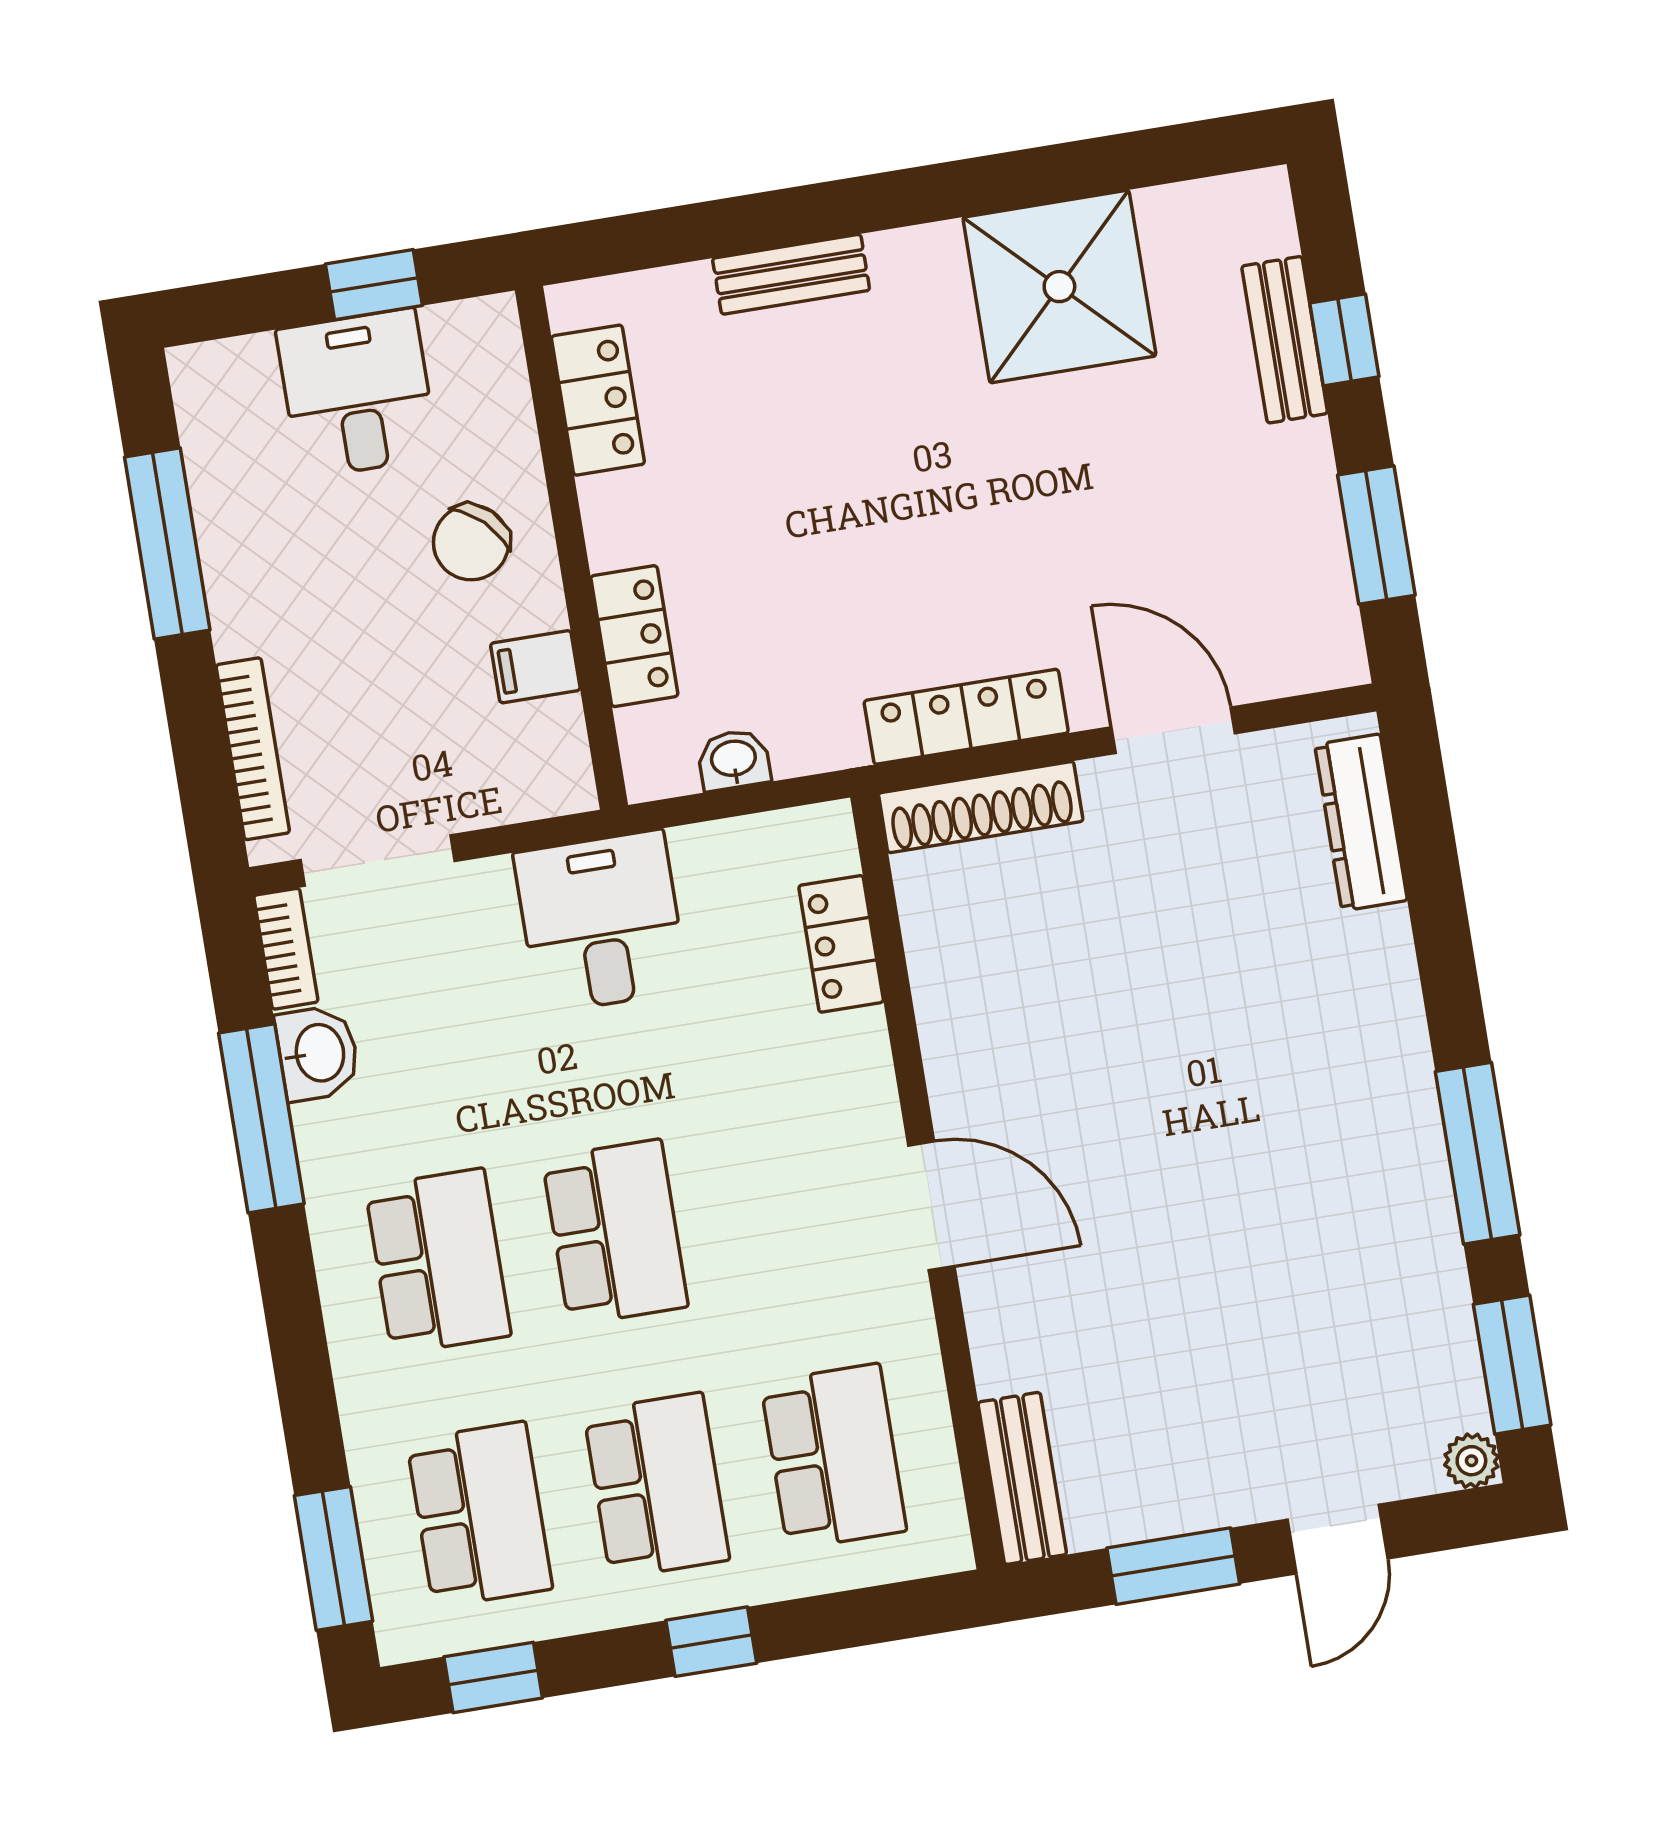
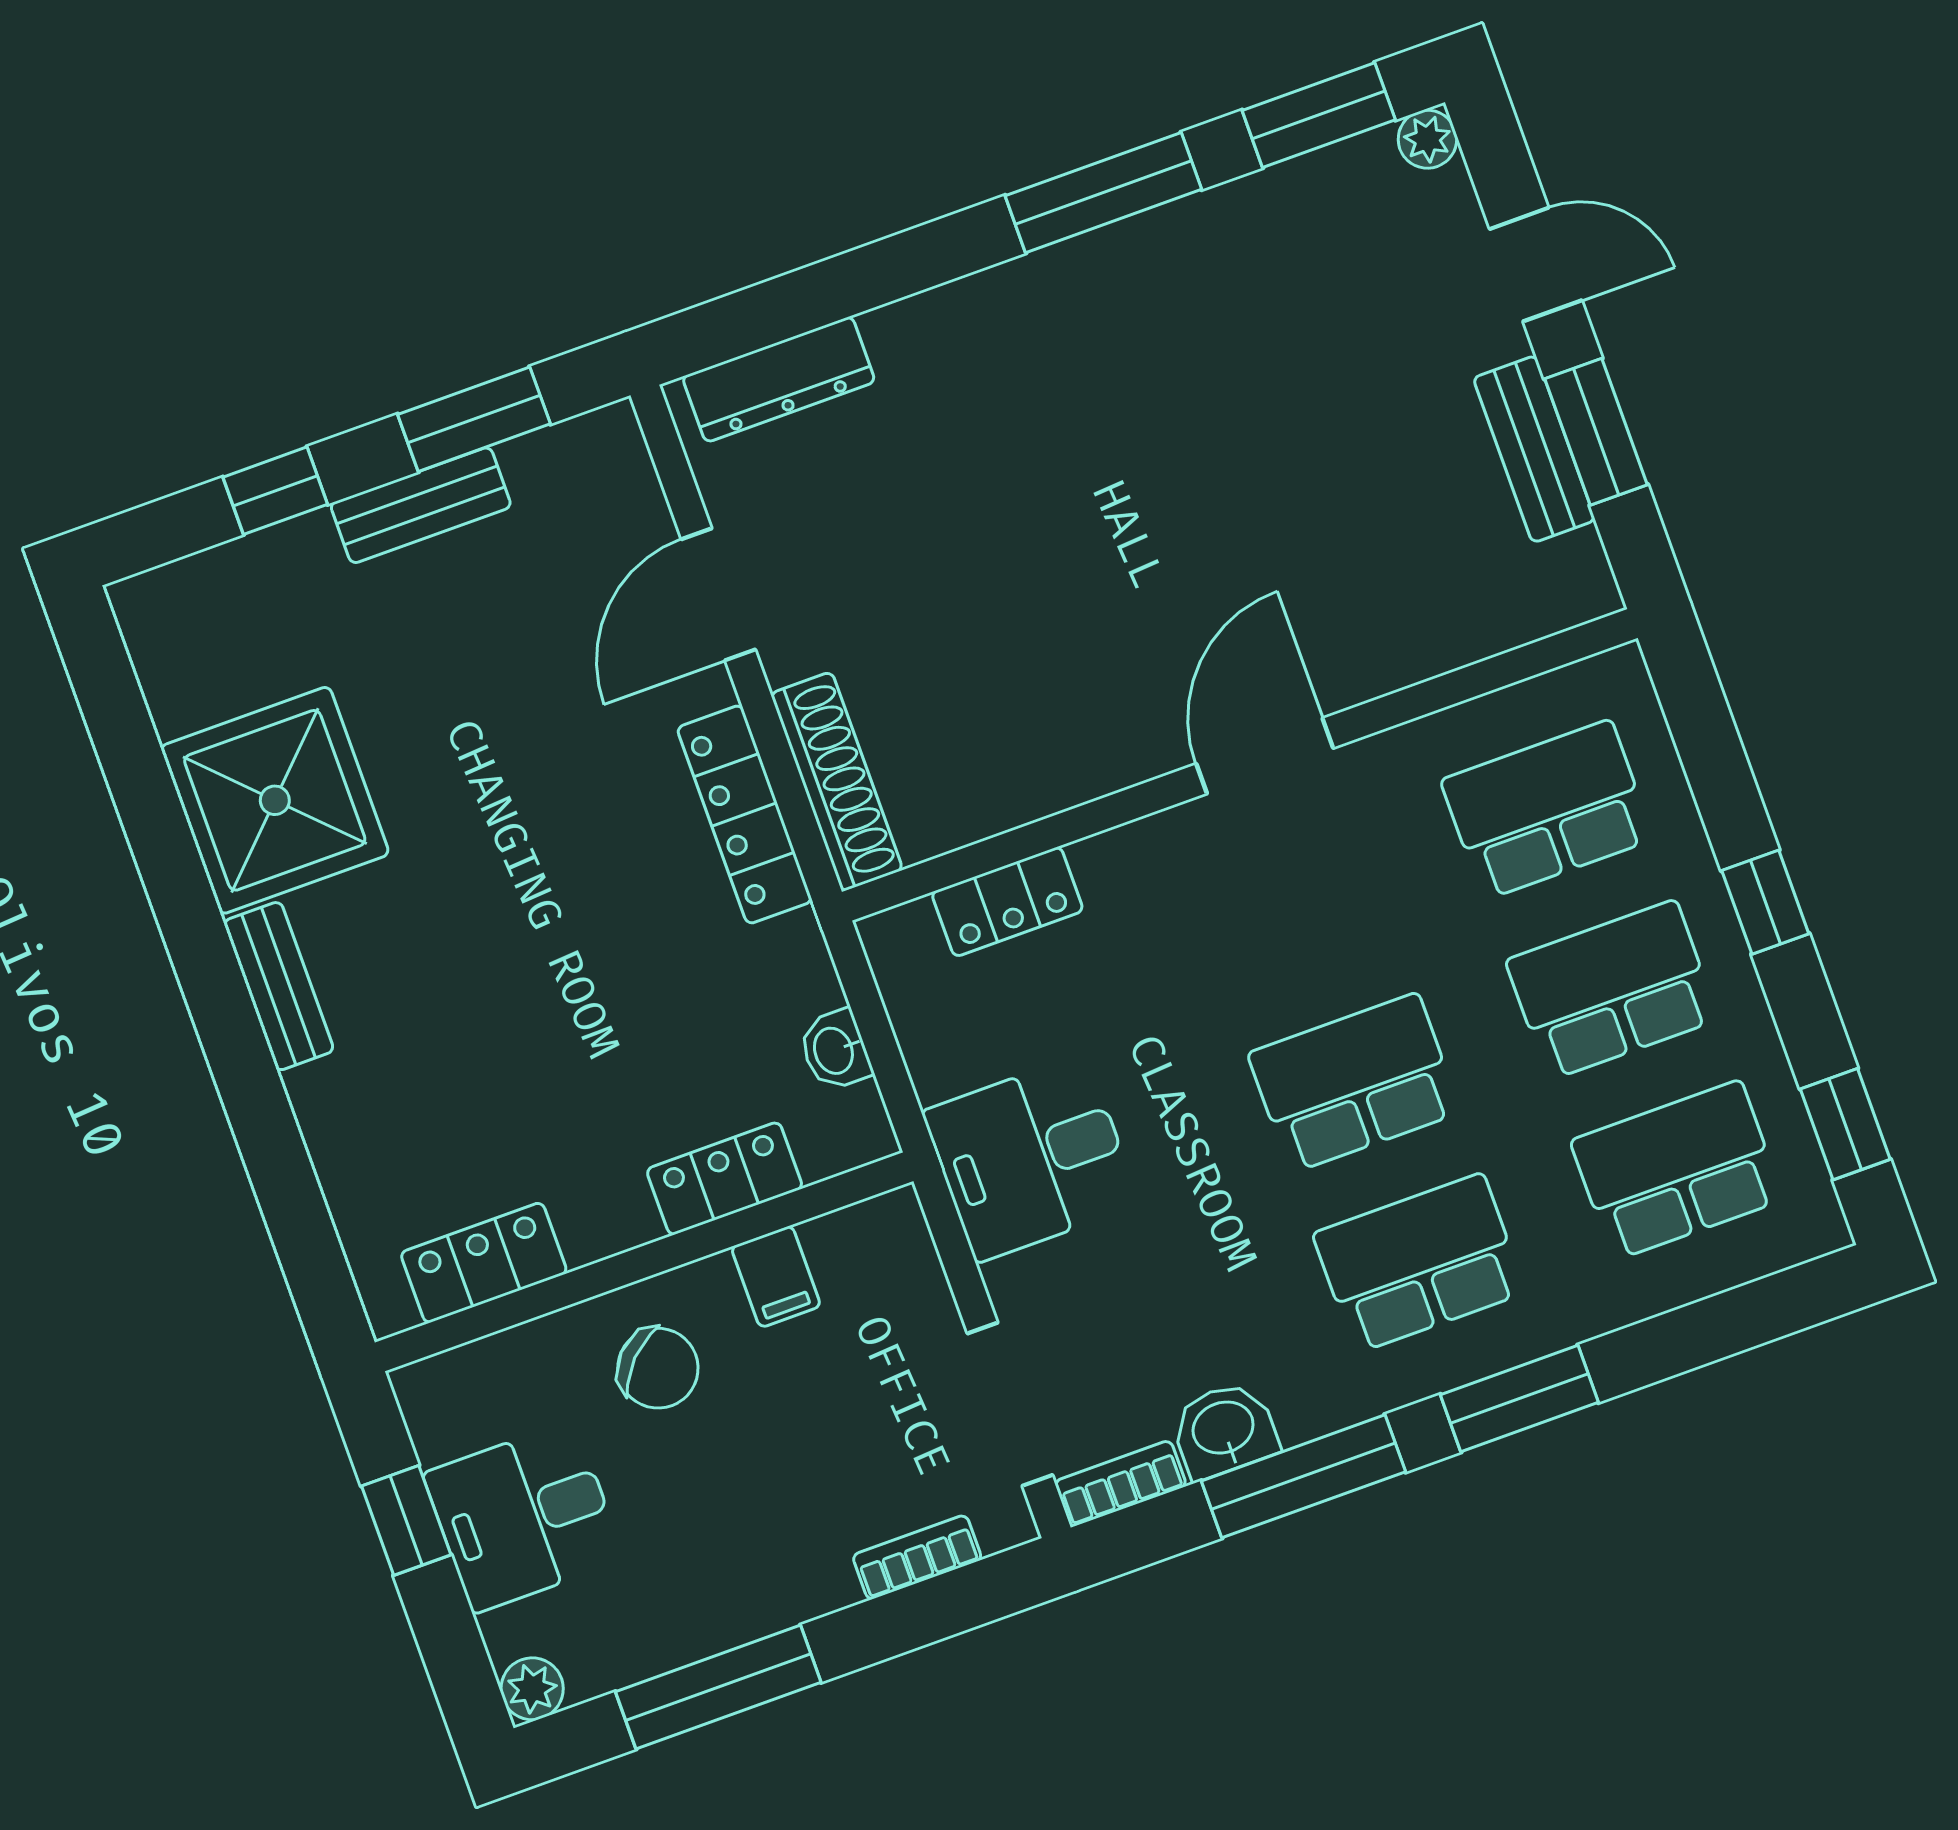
bench: (791, 274) -> (279, 986), moved
bench: (1285, 340) -> (421, 505), moved
plant: (197, 372) -> (532, 1689), added
bookcase: (253, 749) -> (917, 1557), width x0.64
bench: (1022, 1478) -> (1534, 449), moved, turned 90
window: (333, 1558) -> (1519, 1399), moved

